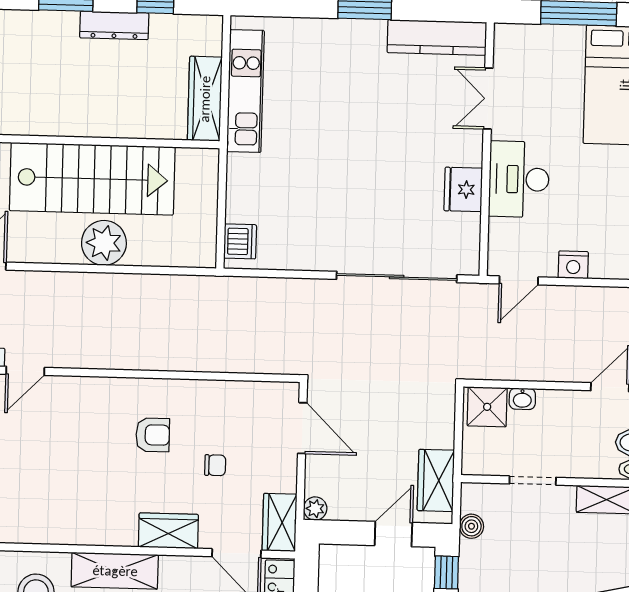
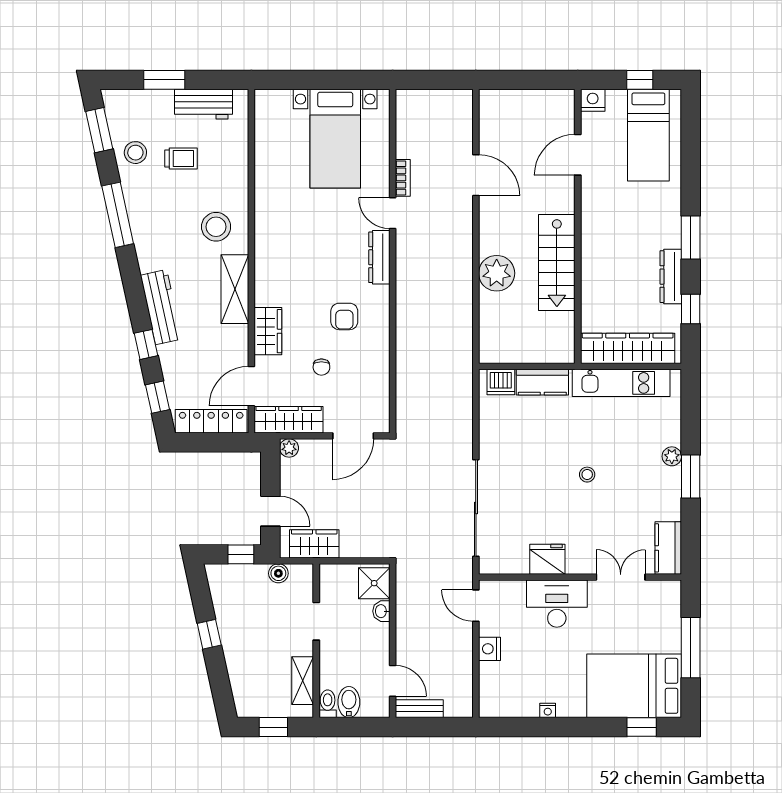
plant: (339, 30) -> (672, 456), added
kitchen counter: (437, 37) -> (668, 548), width x0.67
wardrobe: (205, 99) -> (628, 348), width x1.40, depth x1.17
stool: (359, 137) -> (587, 475), added
stairs: (92, 179) -> (557, 262), width x0.73, depth x0.66
kitchen counter: (242, 190) -> (542, 382), added
dresser: (80, 389) -> (379, 257), added
wardrobe: (279, 522) -> (289, 420), width x1.50

